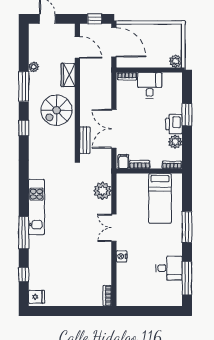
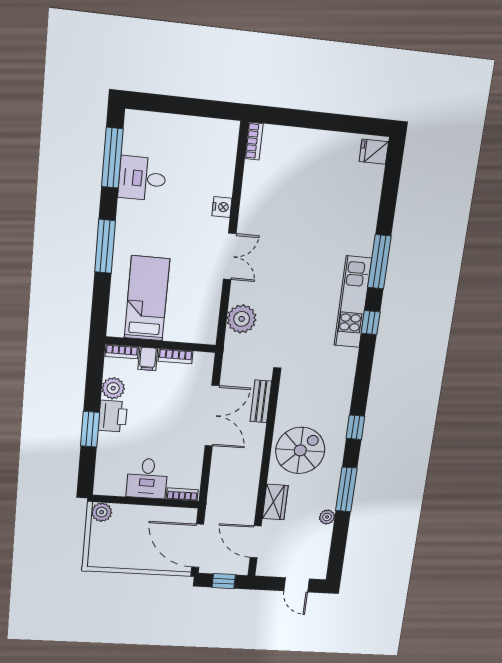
filing cabinet: (123, 162) -> (148, 359), moved
window: (24, 275) -> (371, 323), moved

